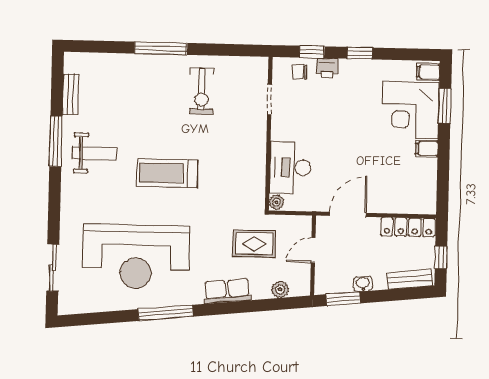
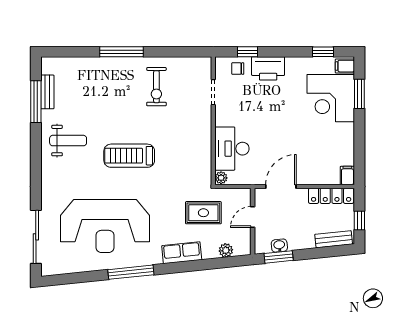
window: (360, 53) -> (323, 52), moved
printer: (327, 68) -> (268, 68), width x1.87, depth x1.48
window: (56, 141) -> (36, 102), moved
filing cabinet: (427, 149) -> (347, 175), moved, turned 90
sliding door: (53, 268) -> (36, 237), width x1.37
washbasin: (363, 284) -> (279, 246), moved

